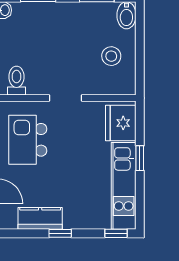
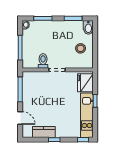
toilet: (16, 81) -> (43, 61), moved
kitchen island: (28, 140) -> (38, 91), removed

